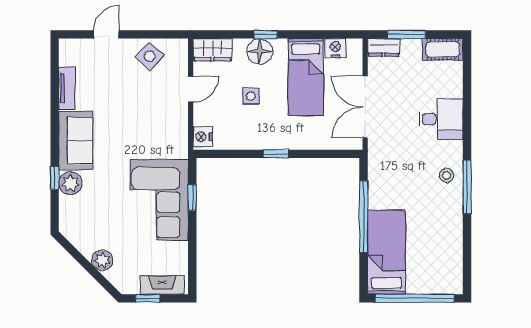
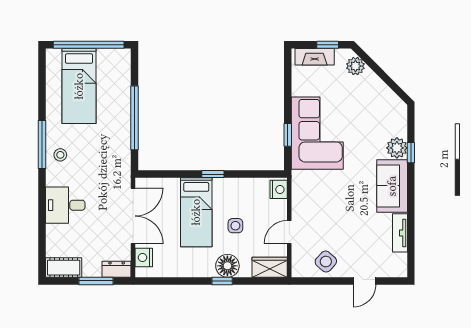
nightstand: (335, 48) -> (144, 258), moved, turned 90
bed: (306, 77) -> (196, 212), moved, turned 180
bed: (386, 252) -> (79, 86), moved
plant: (102, 260) -> (355, 66), moved

